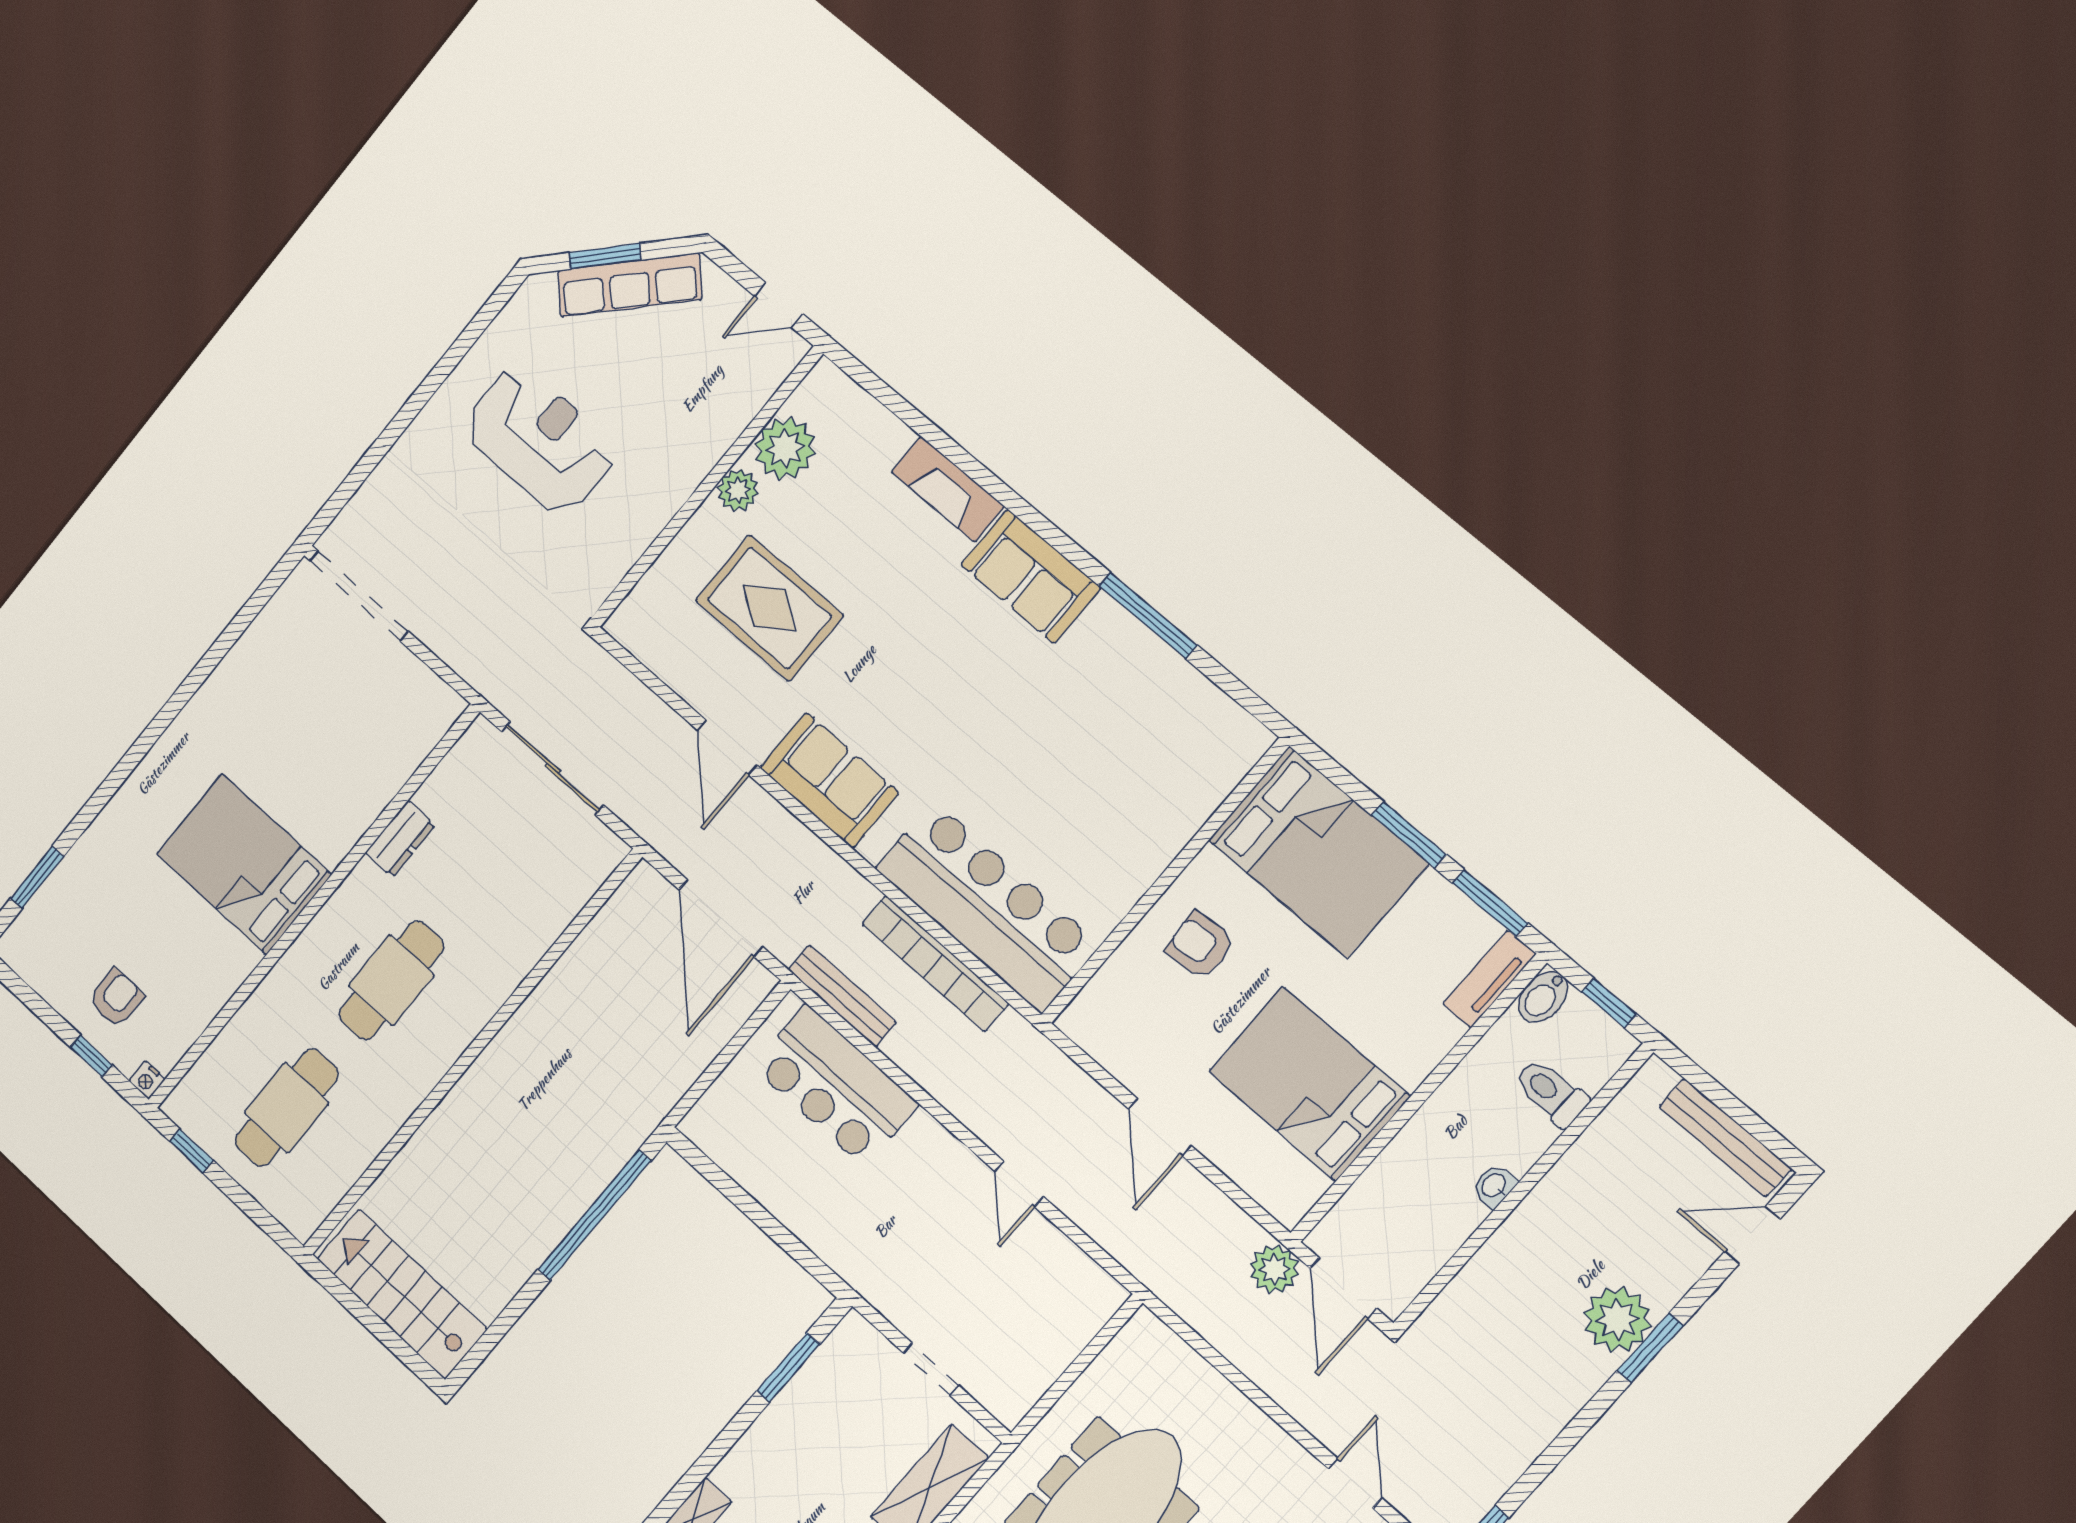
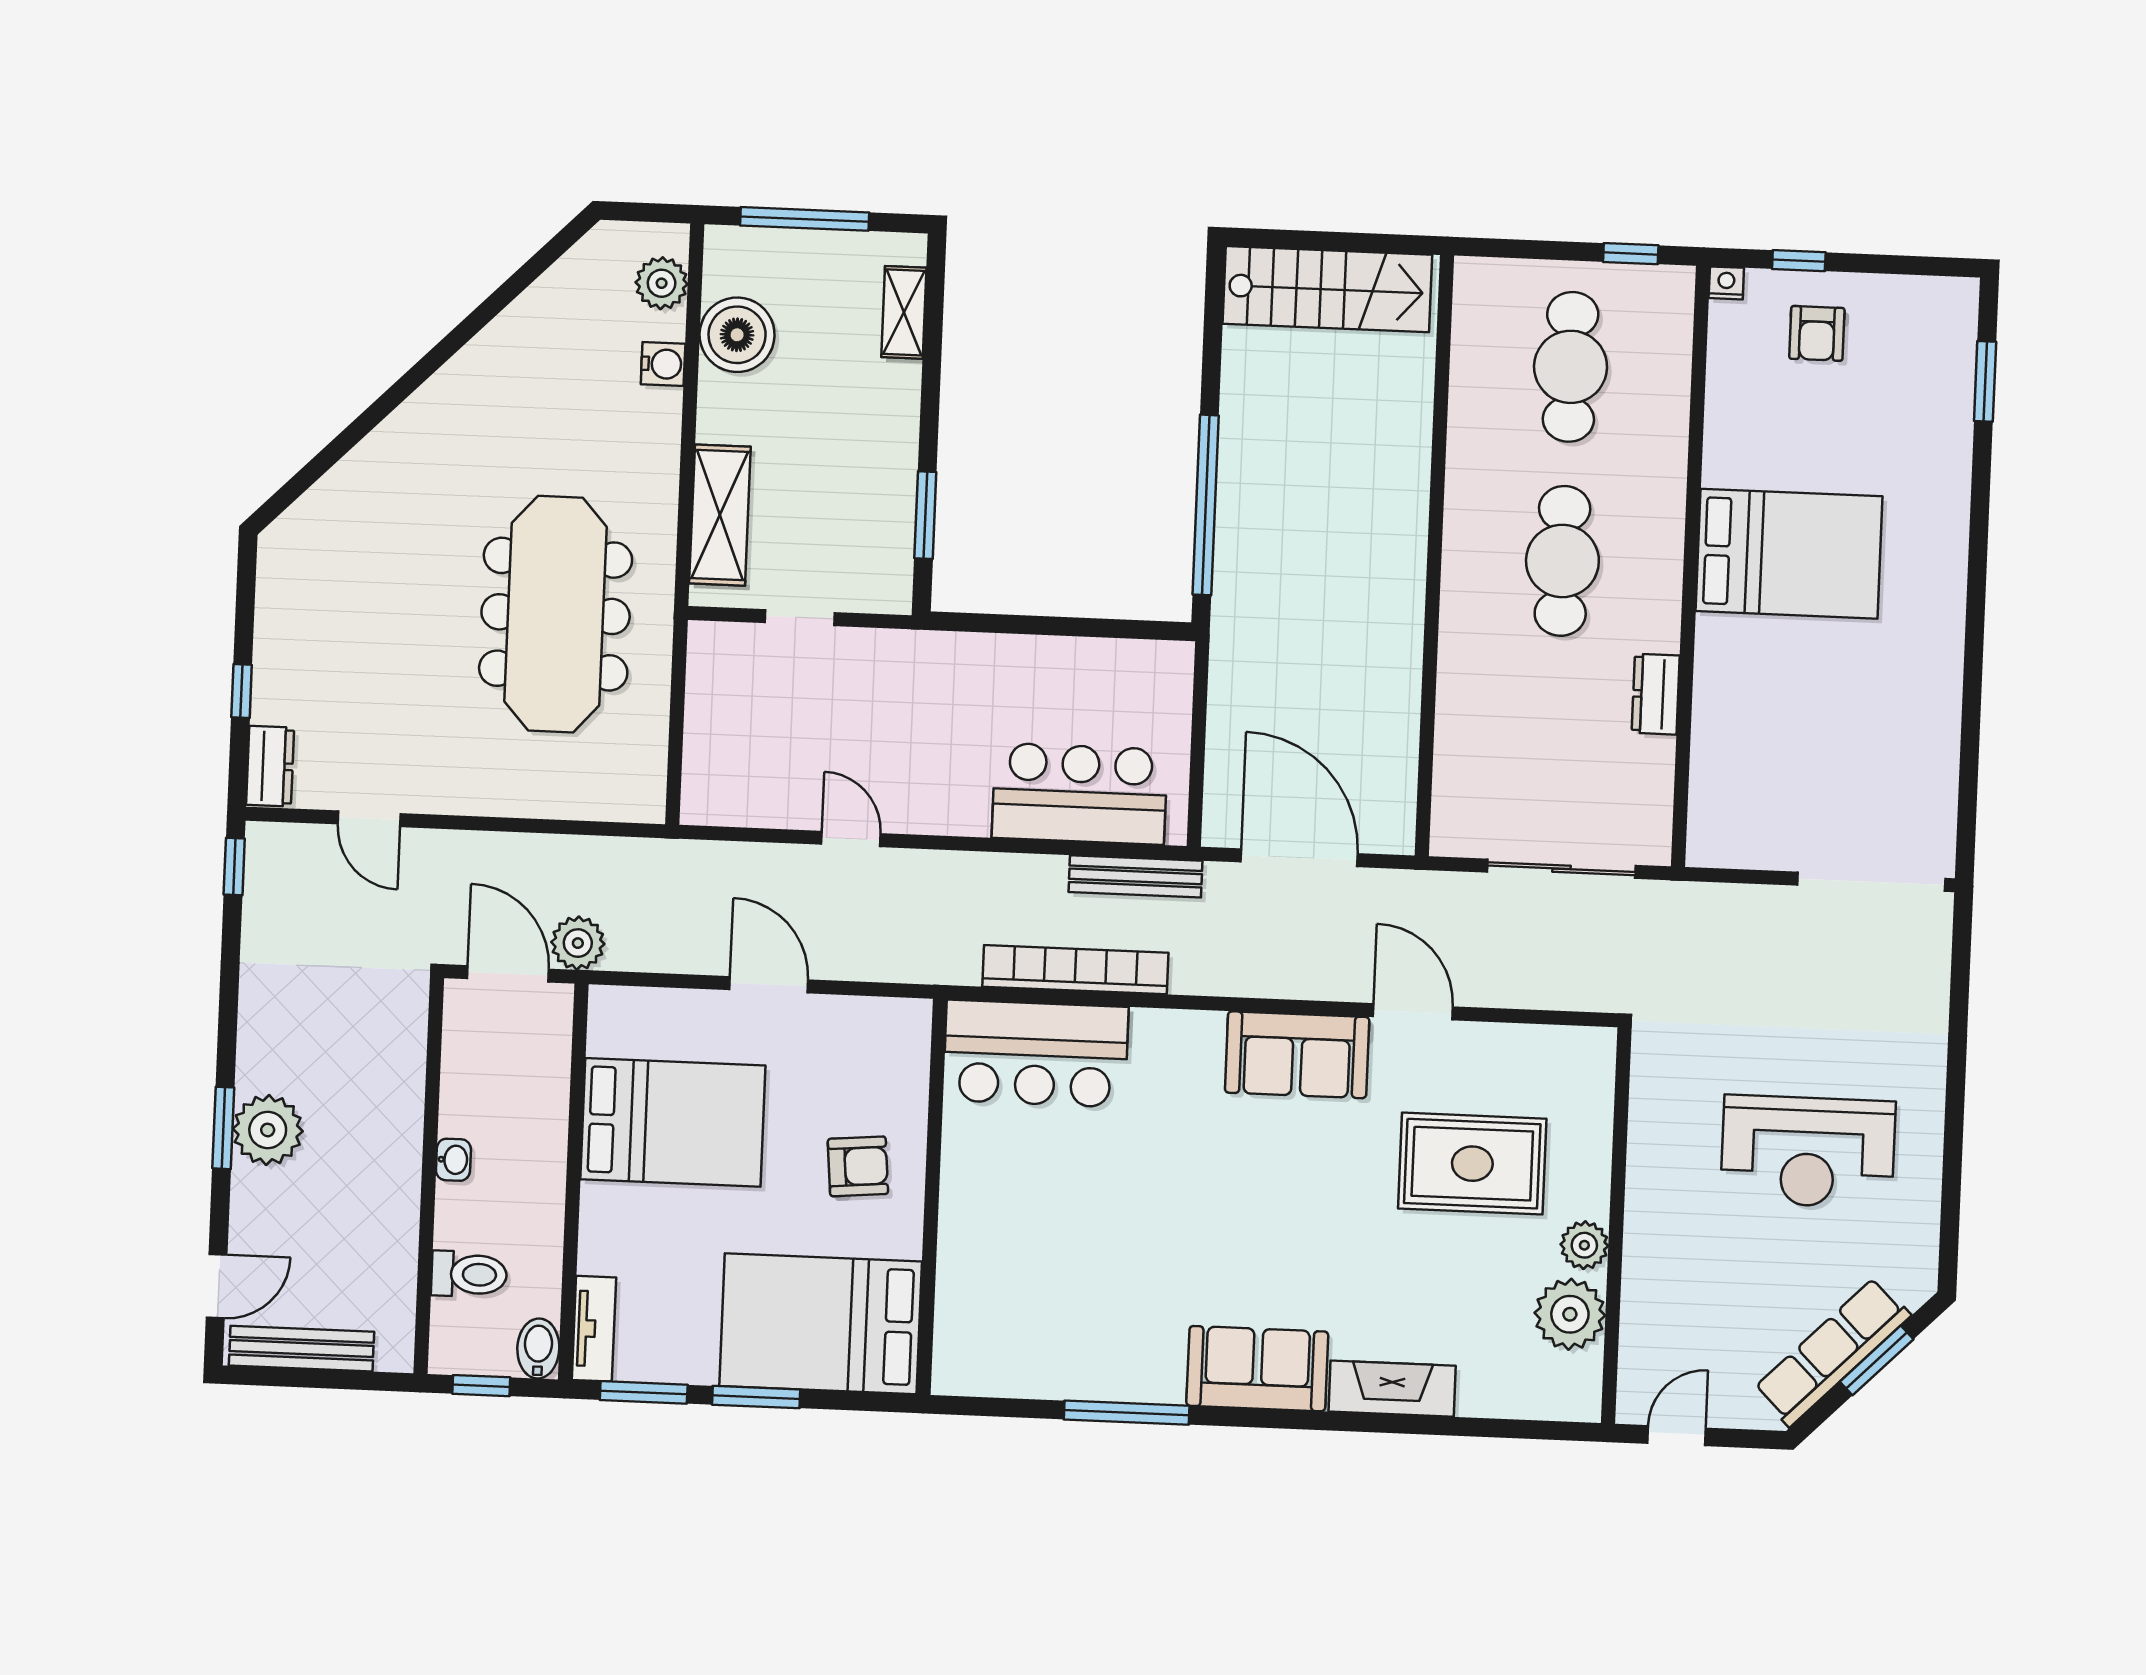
bar counter: (987, 906) -> (1036, 1054), width x0.73

